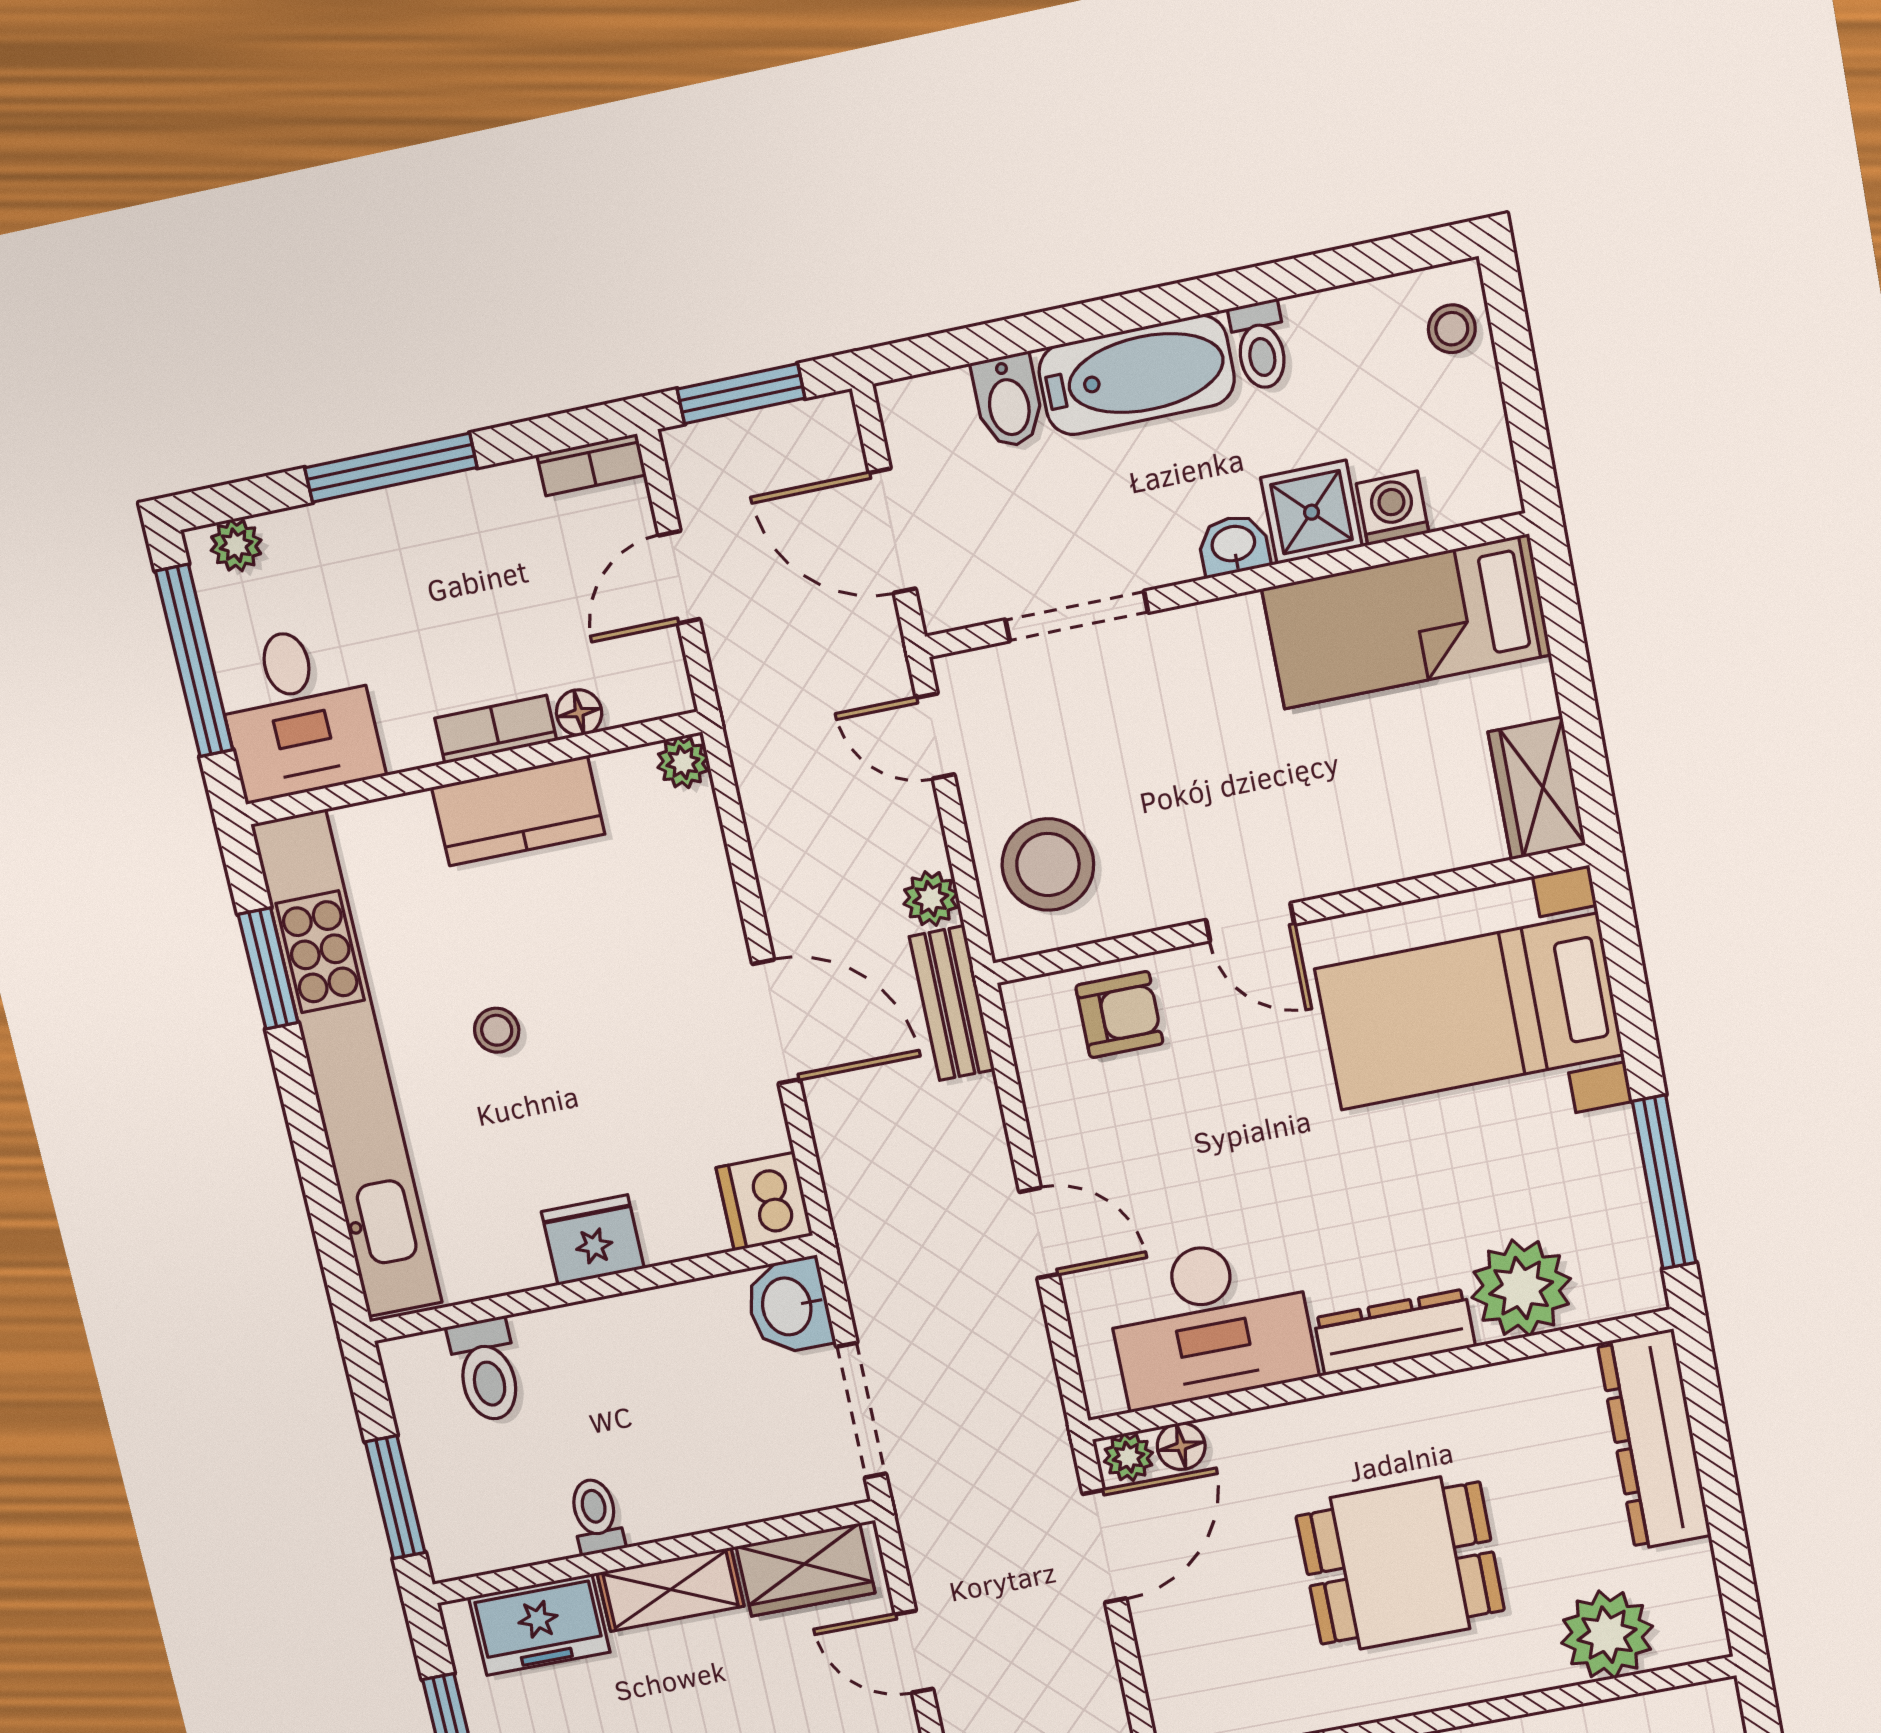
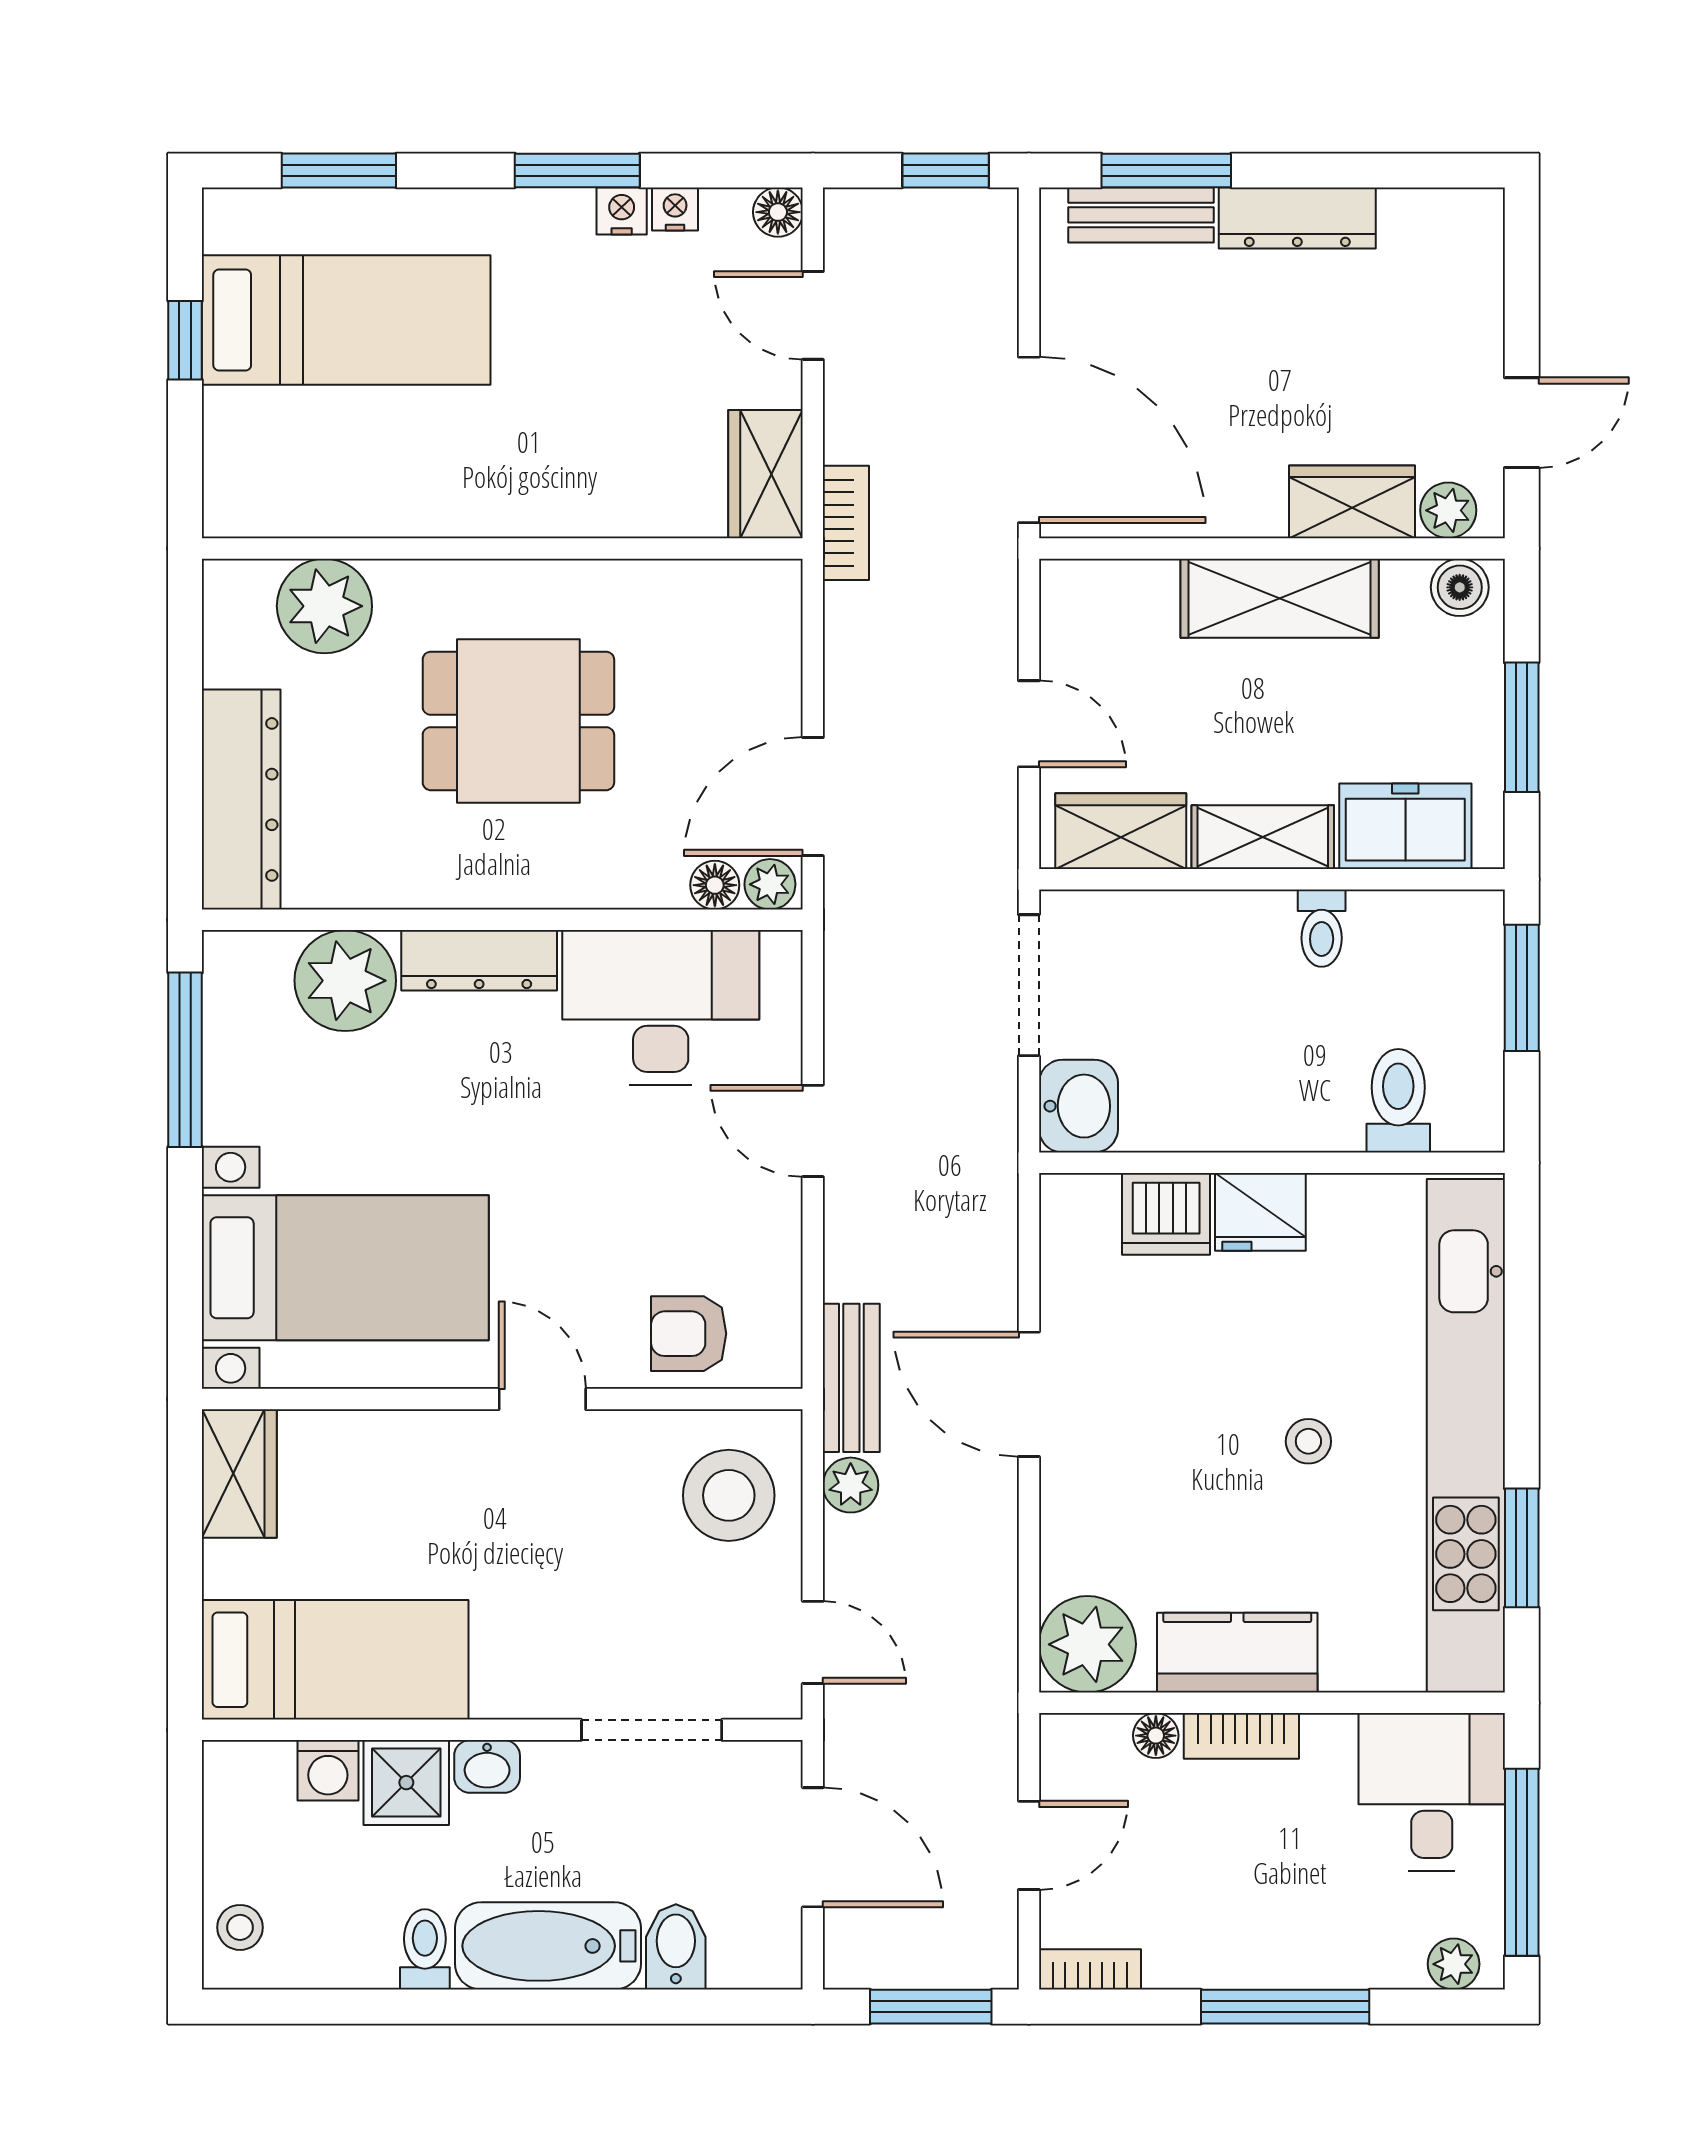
plant: (683, 762) -> (1087, 1644), width x1.87, depth x1.87
dishwasher: (764, 1202) -> (1166, 1214), moved, turned 90

